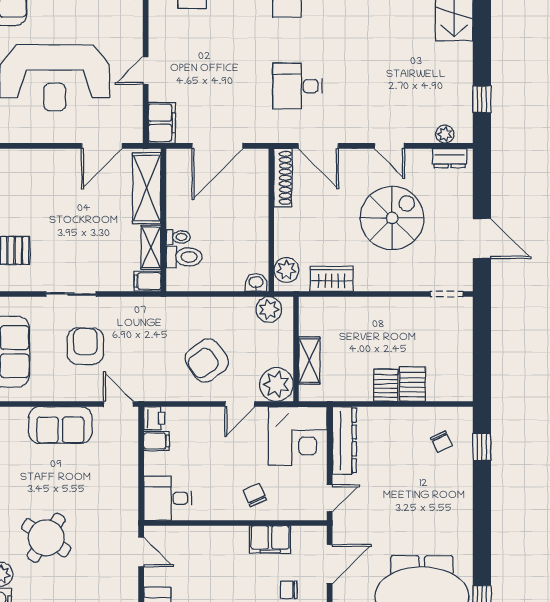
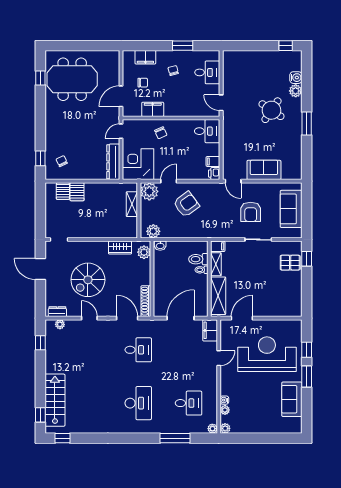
server rack: (386, 385) -> (63, 191), moved

